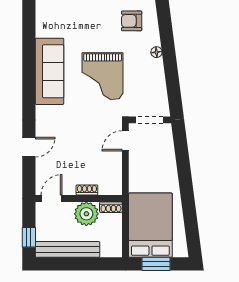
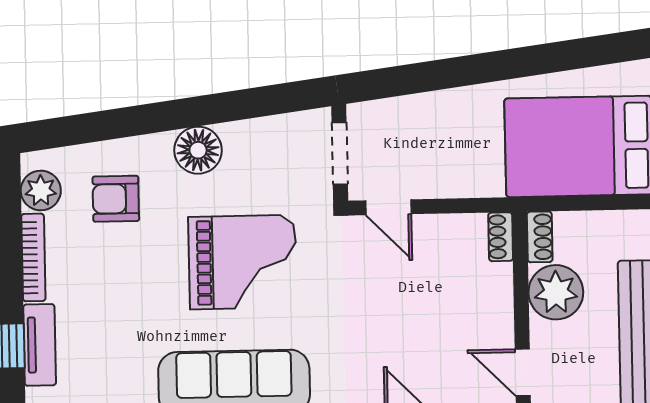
armchair: (132, 21) -> (116, 199), turned 90
floor lamp: (156, 52) -> (198, 150), width x1.89, depth x1.89
shoe rack: (87, 190) -> (501, 237), moved

